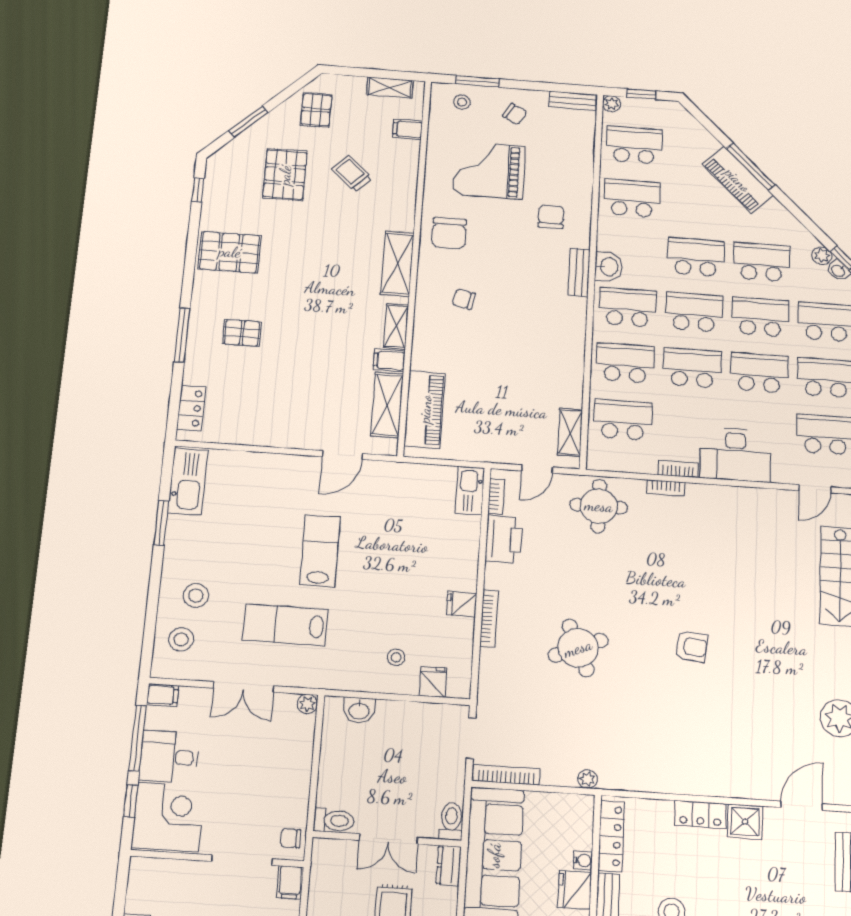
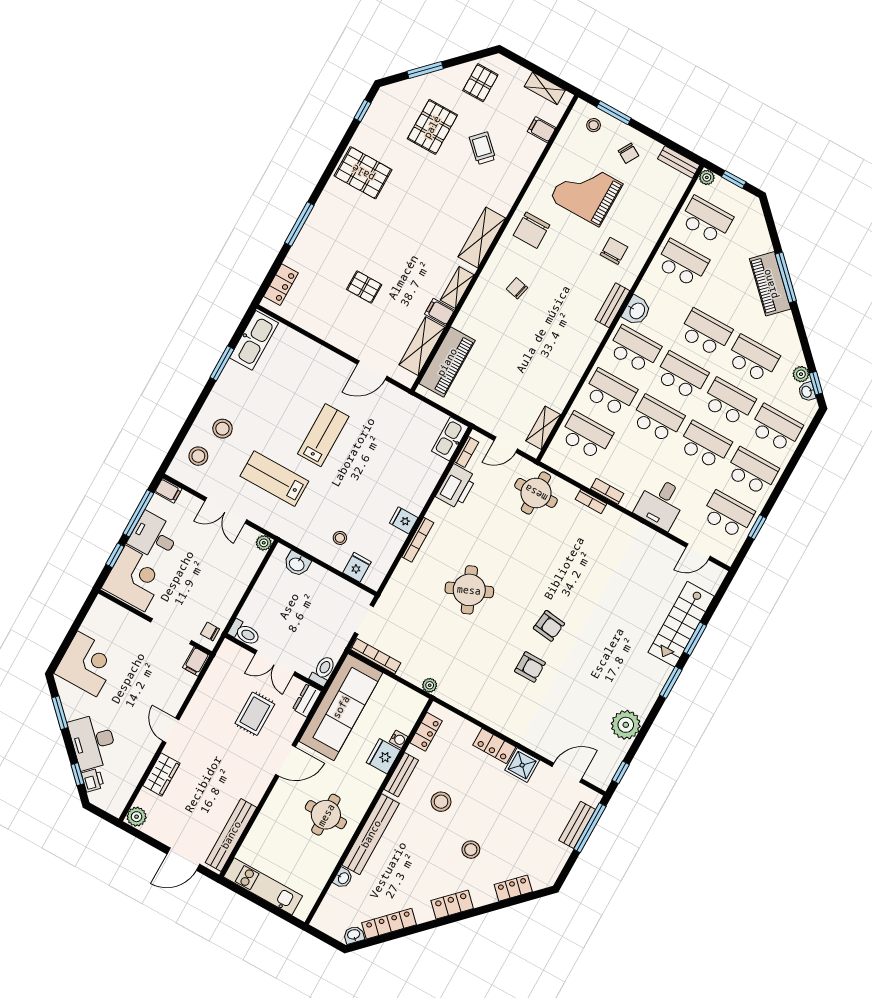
pallet: (242, 333) -> (364, 287), moved
desk: (735, 455) -> (661, 503), width x0.73
armchair: (694, 703) -> (530, 667), added
locker: (611, 836) -> (426, 732), width x0.66

